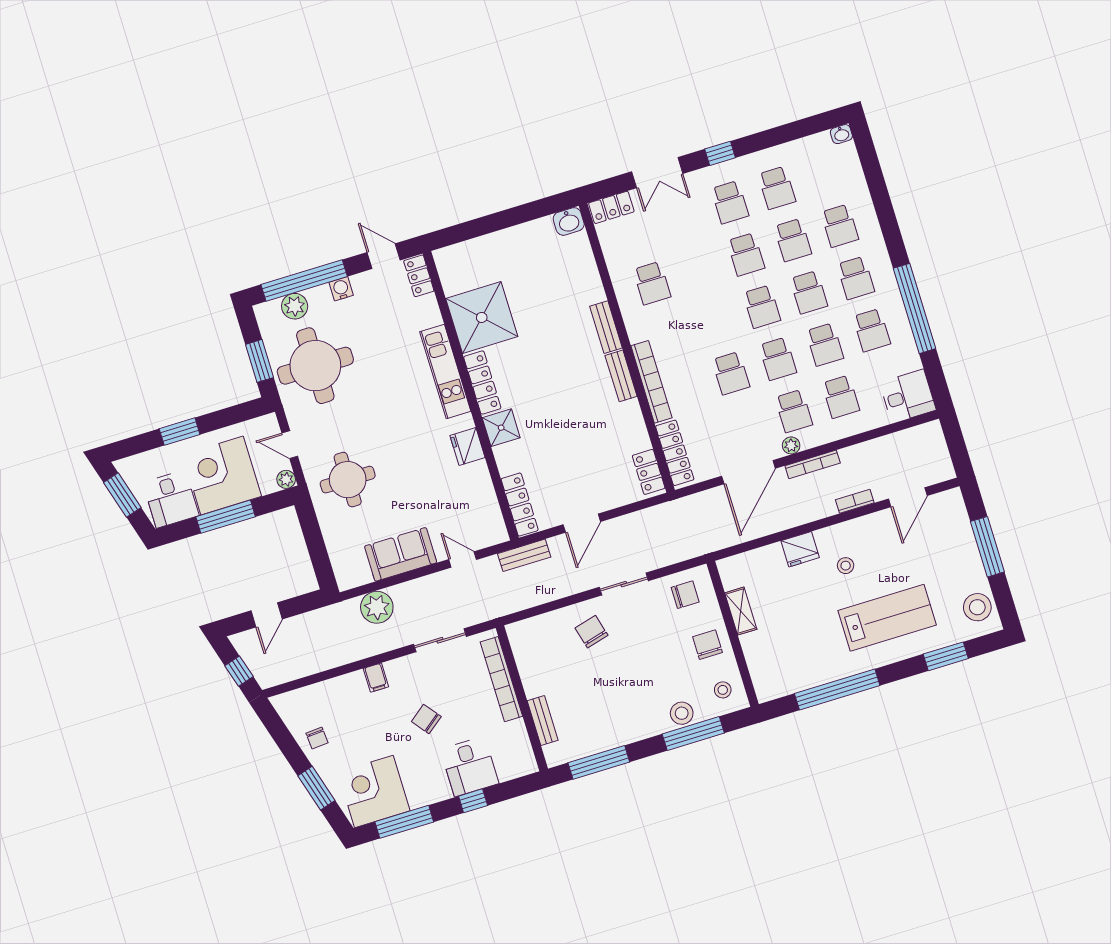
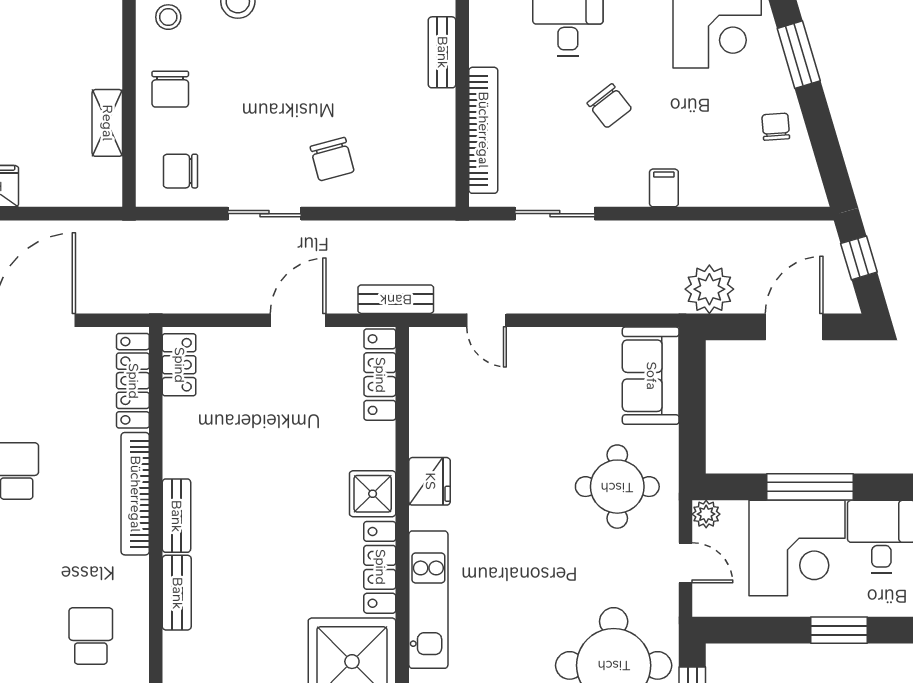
sofa: (401, 554) -> (651, 376), moved, turned 90
plant: (377, 607) -> (709, 289), moved
door: (267, 615) -> (794, 327), width x1.38

